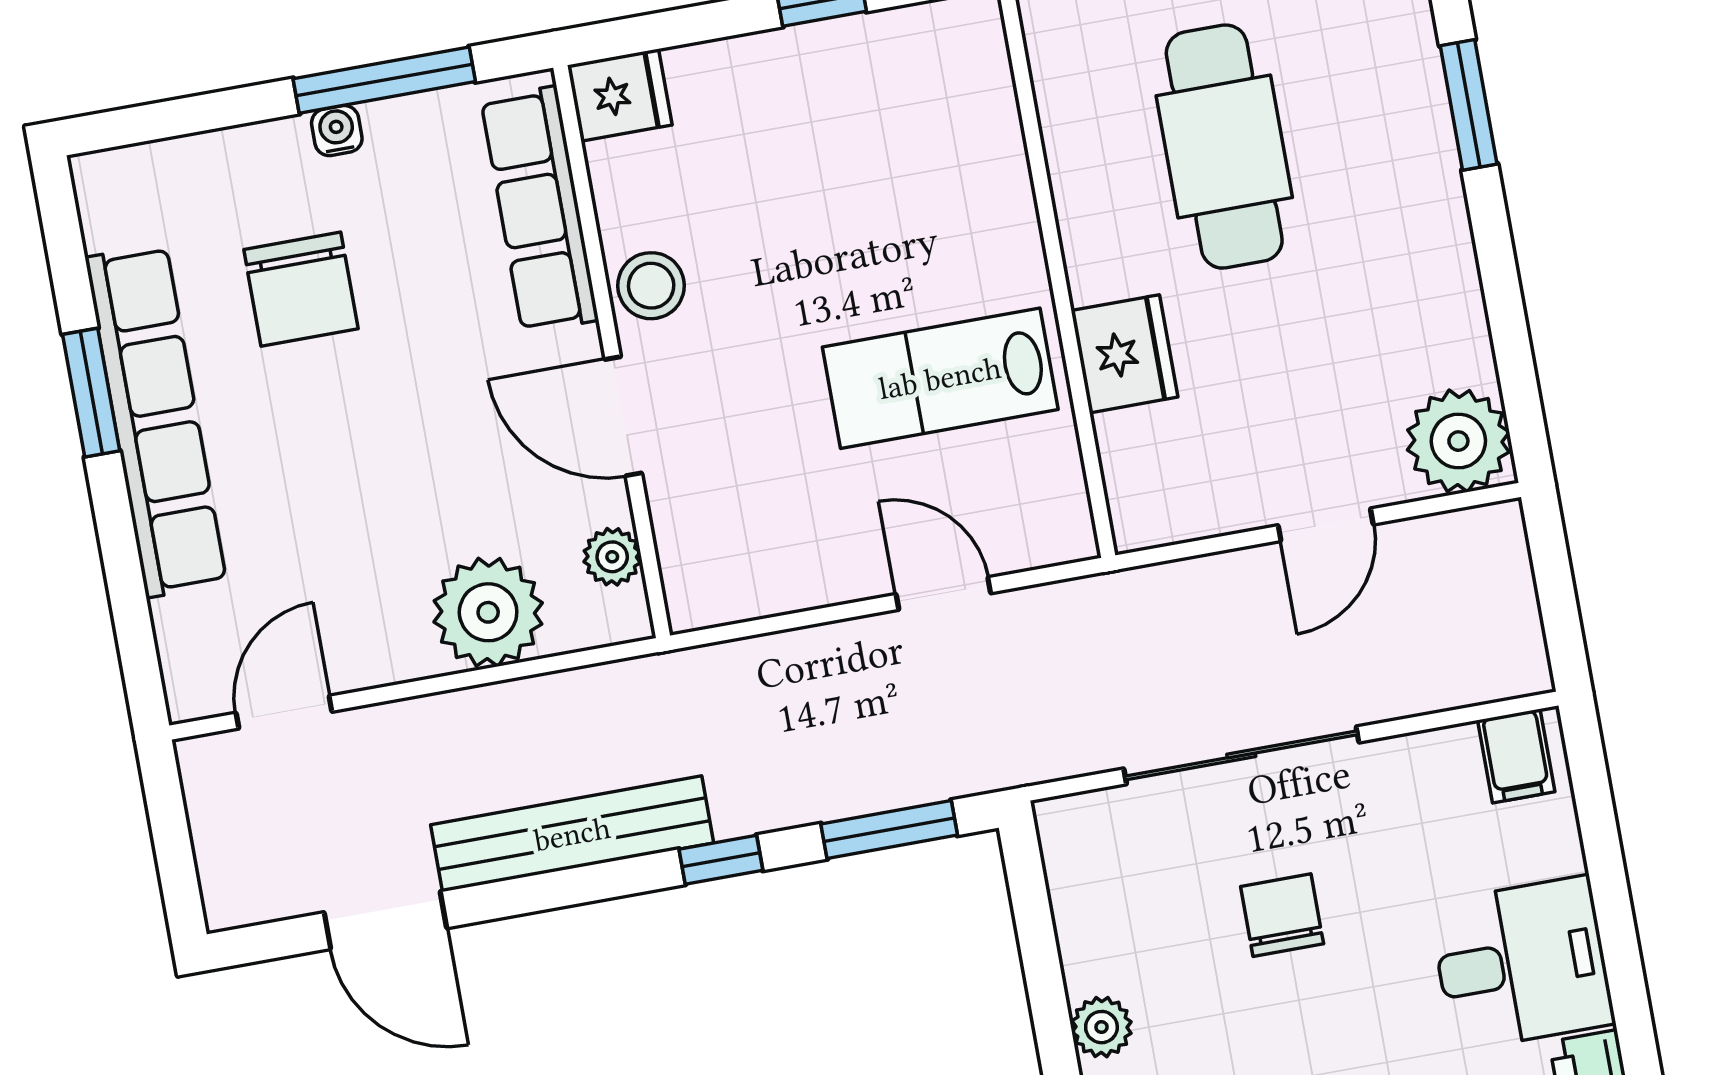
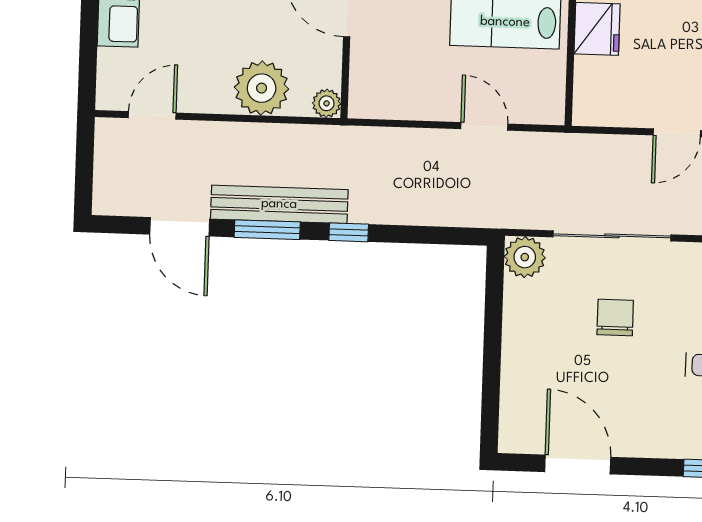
plant: (612, 557) -> (327, 103), moved
window: (889, 830) -> (267, 230), moved
plant: (1101, 1027) -> (525, 257), moved, width x1.38, depth x1.38

